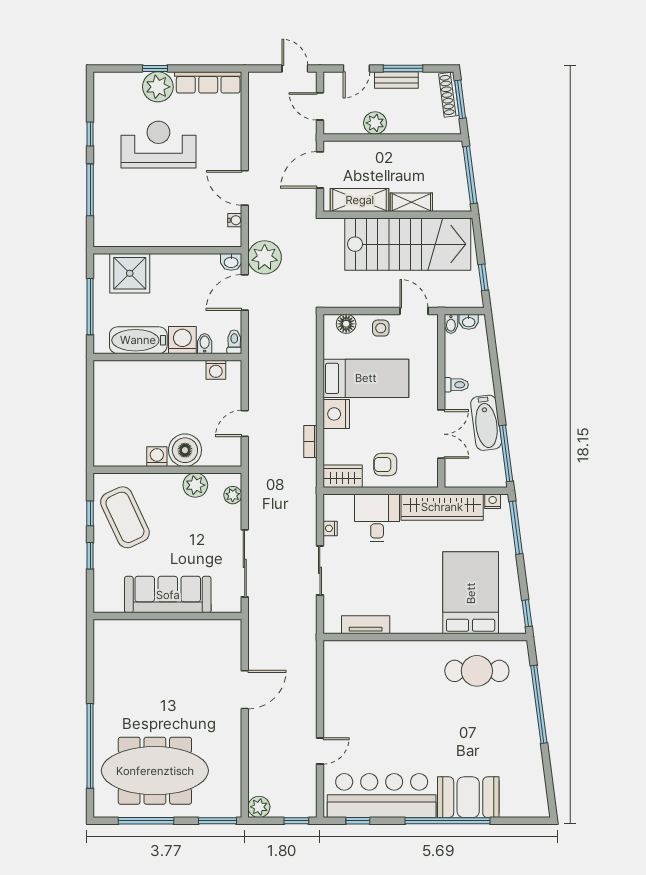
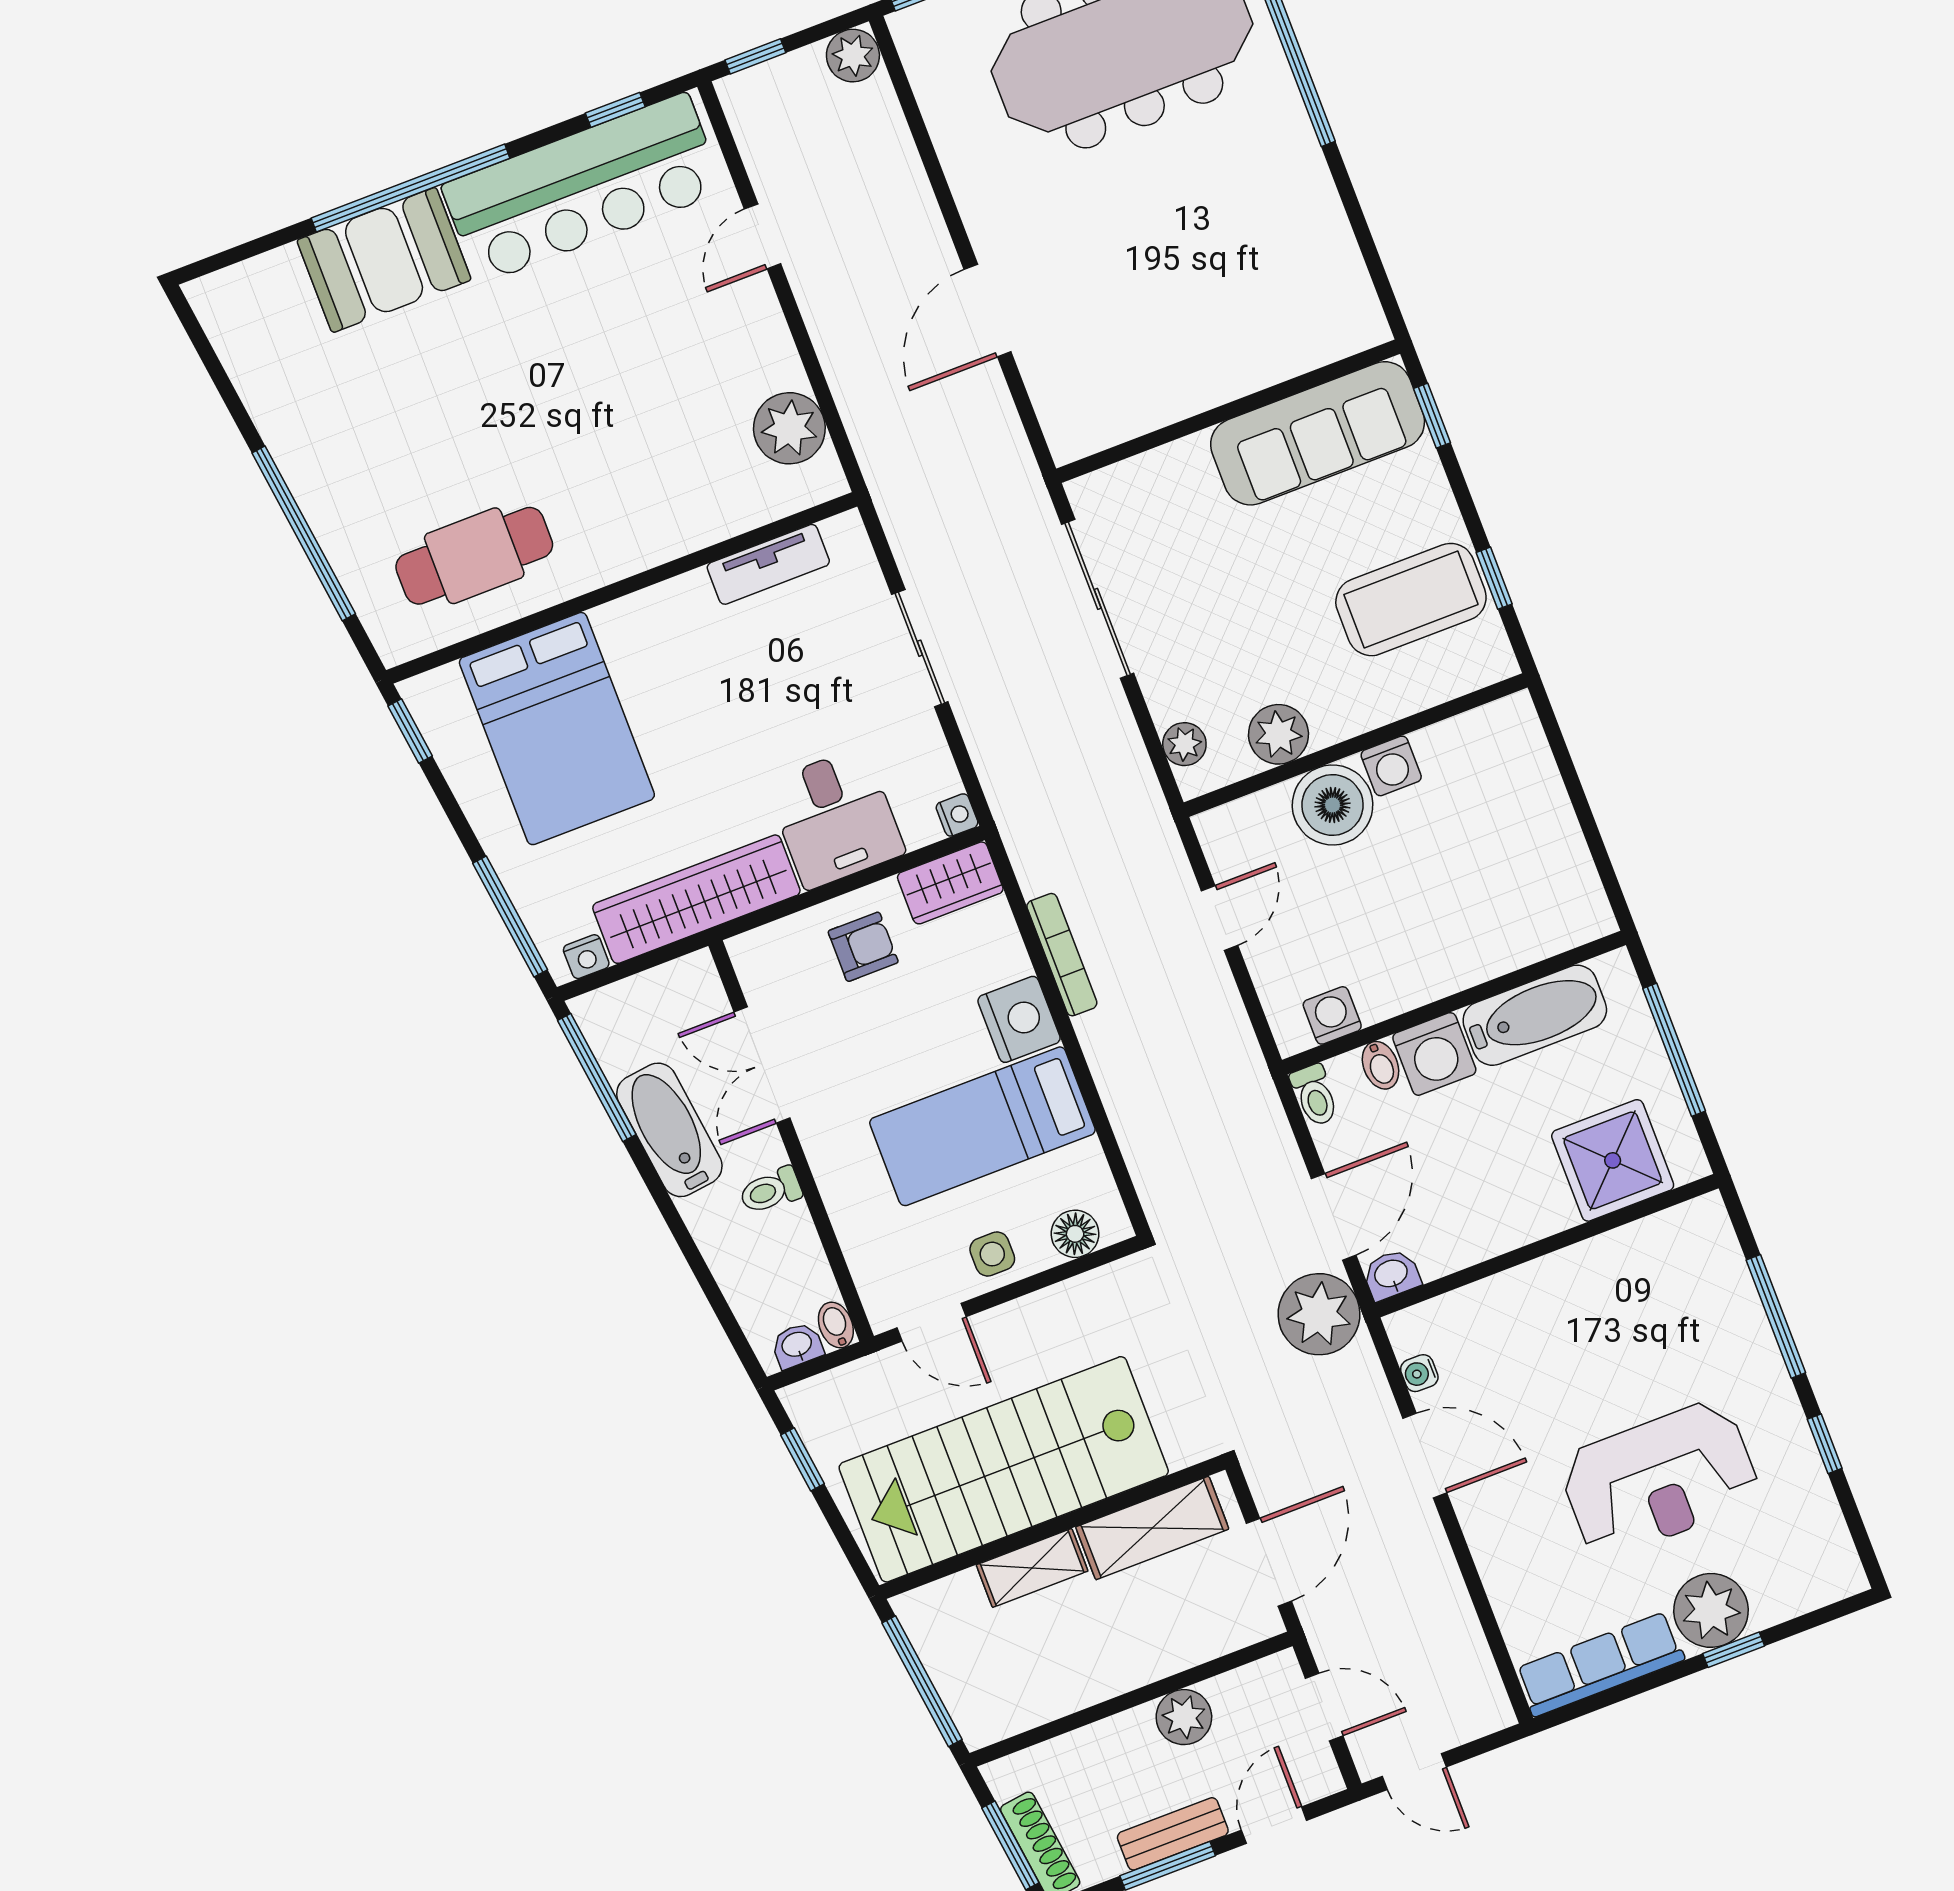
bookcase: (310, 442) -> (1062, 955), width x1.56
coffee table: (125, 517) -> (1411, 600), turned -65
nightstand: (330, 528) -> (957, 815), moved
window: (90, 556) -> (1432, 416), moved
sofa: (168, 595) -> (1318, 433), moved
plant: (338, 674) -> (789, 428), added

